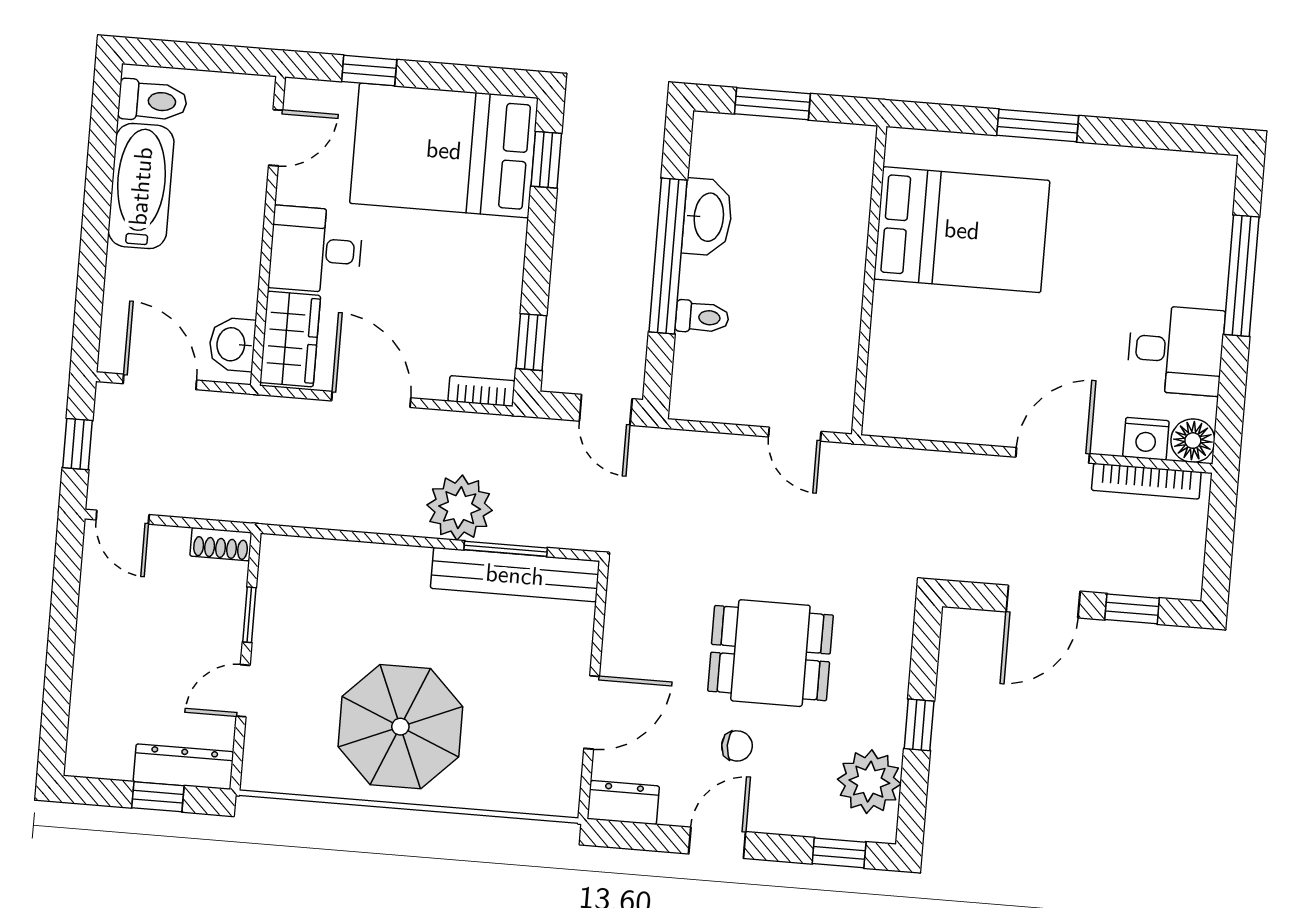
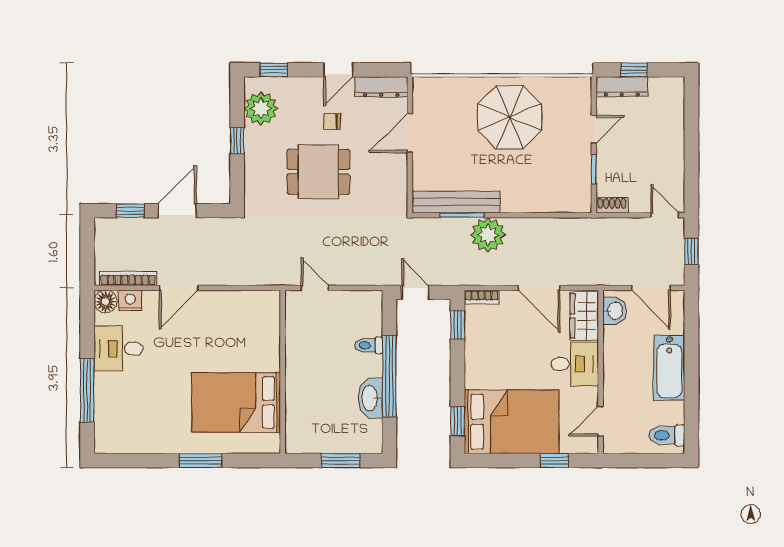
bathtub: (141, 186) -> (669, 368), moved
dresser: (623, 803) -> (381, 87), width x1.44

